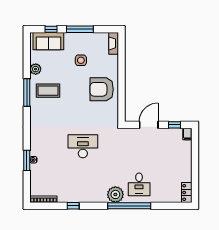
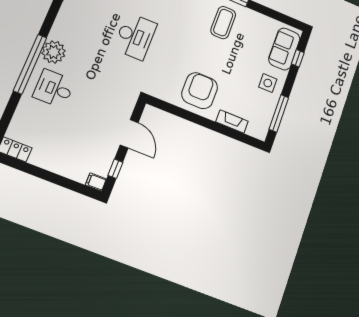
window: (80, 29) -> (279, 113), moved
fireplace: (114, 43) -> (232, 122), moved
side table: (81, 60) -> (268, 83), moved
plant: (36, 69) -> (256, 19), removed

